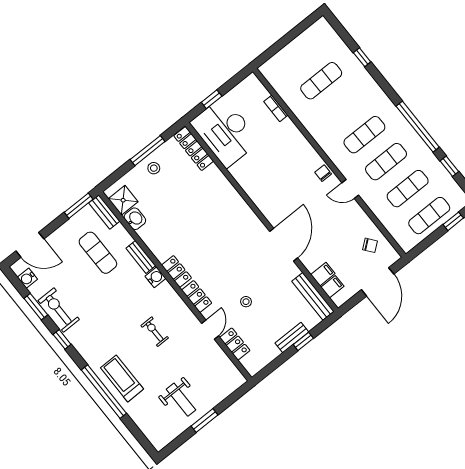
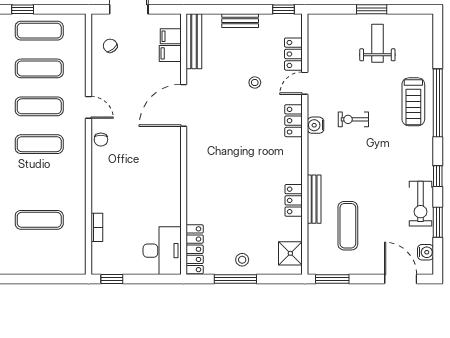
window: (212, 99) -> (112, 279), moved
desk: (225, 132) -> (162, 251), width x0.73, depth x0.77
bench: (104, 212) -> (314, 256), removed
washbasin: (135, 219) -> (293, 229), removed
bench: (141, 257) -> (314, 199), width x1.36
locker: (176, 271) -> (294, 200), moved
water cooler: (155, 277) -> (316, 125), moved
exercise bike: (155, 332) -> (353, 119), turned 90
window: (303, 341) -> (284, 9), moved

